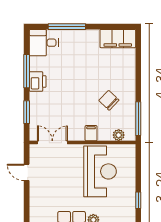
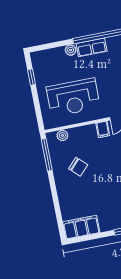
filing cabinet: (91, 133) -> (103, 129), moved
reception desk: (100, 171) -> (73, 97), turned -90

